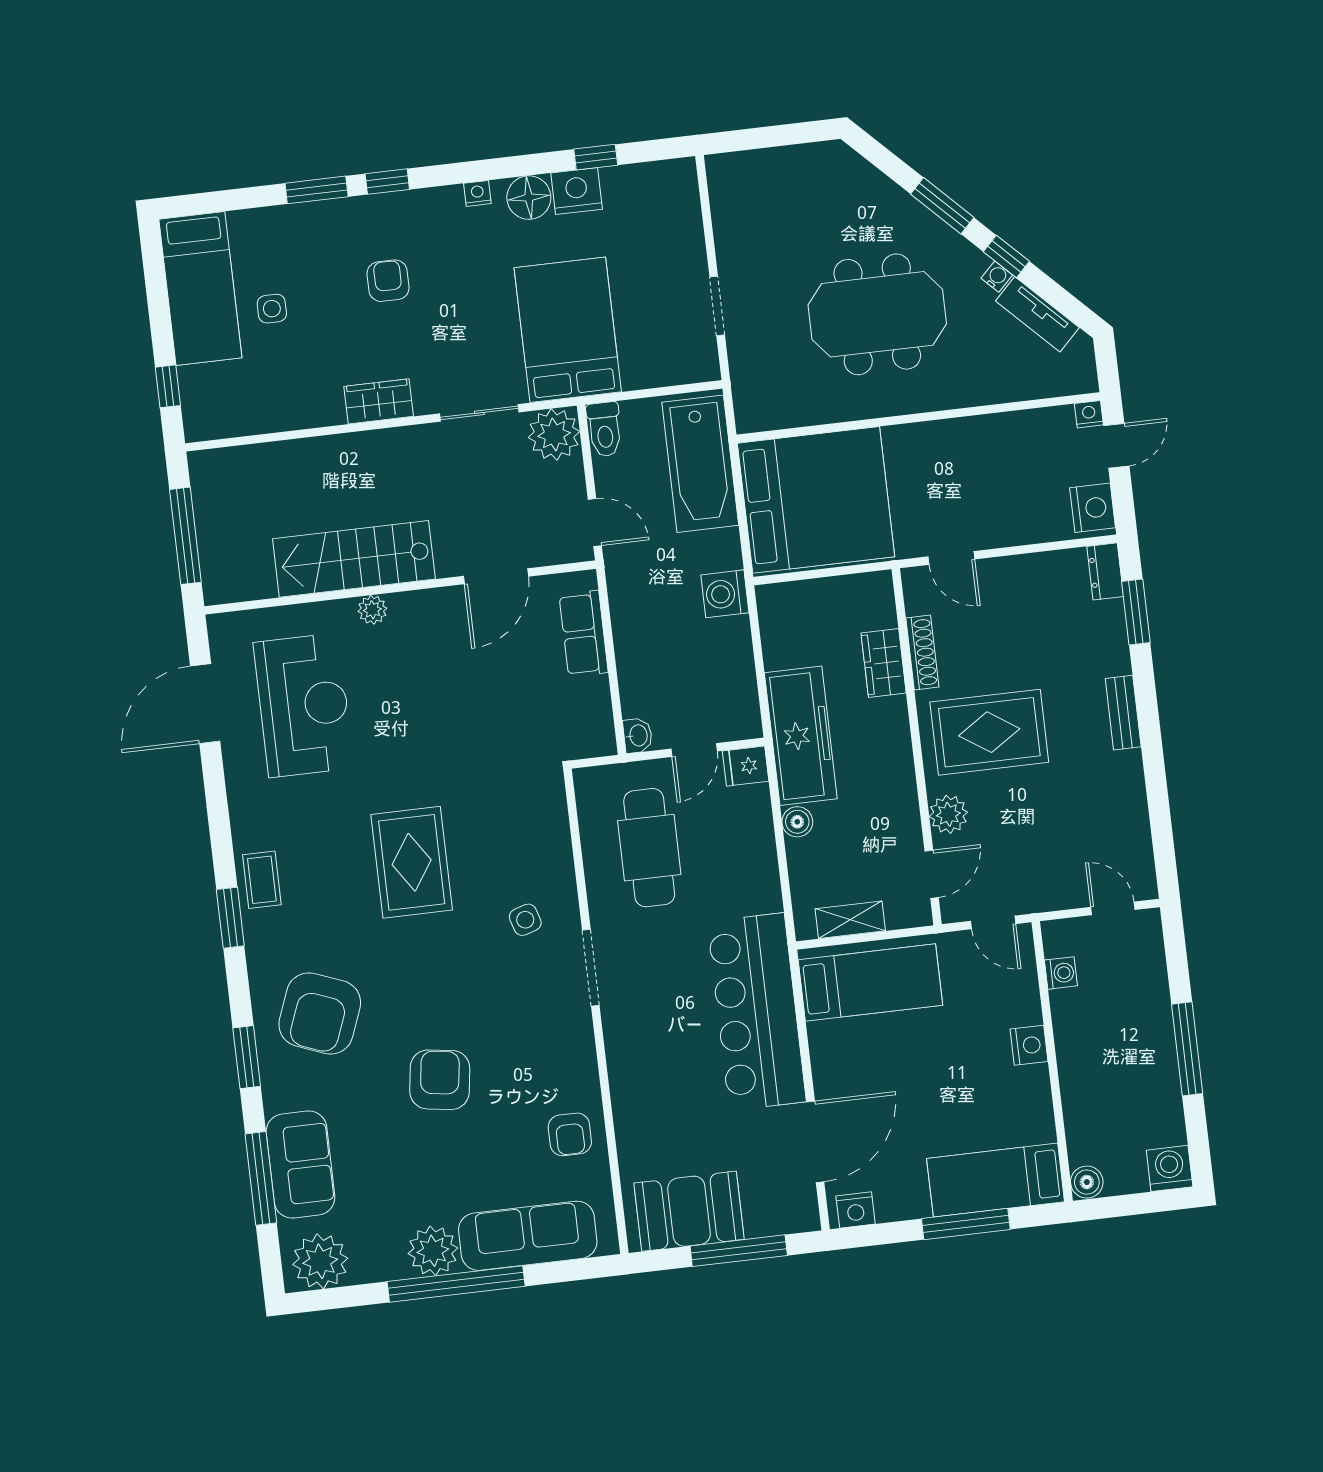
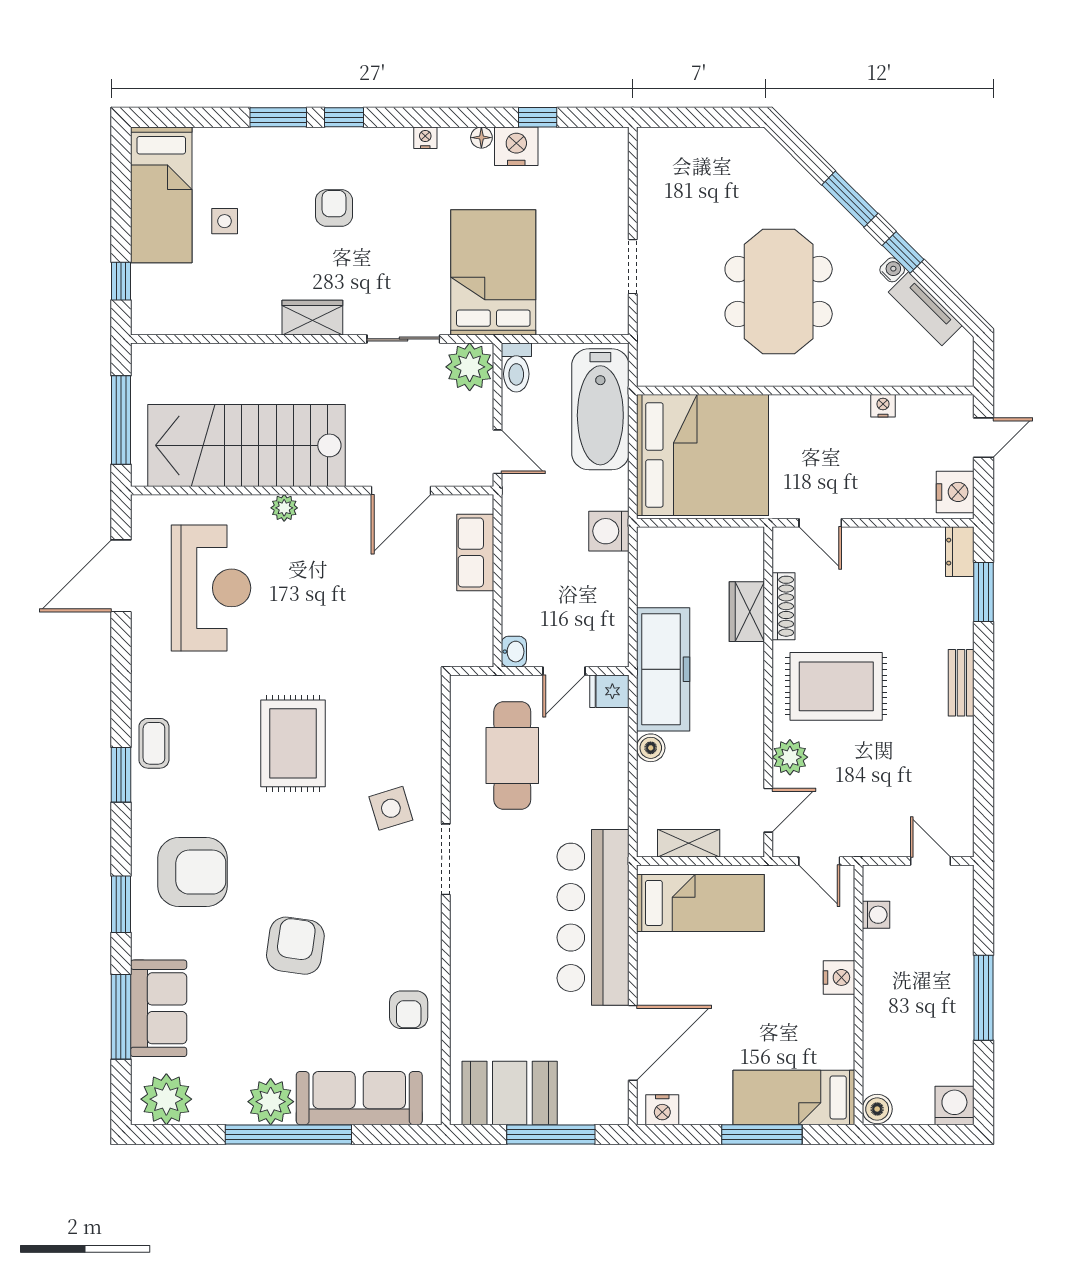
floor lamp: (529, 198) -> (481, 138), width x0.53, depth x0.53
meeting table: (877, 314) -> (779, 292), turned 90
nightstand: (1089, 414) -> (883, 406), moved
stairs: (354, 559) -> (247, 445), width x1.36, depth x1.51
side table: (525, 920) -> (391, 808), width x1.37, depth x1.37
armchair: (320, 1013) -> (193, 872), turned -111

